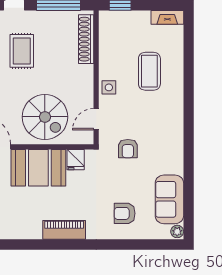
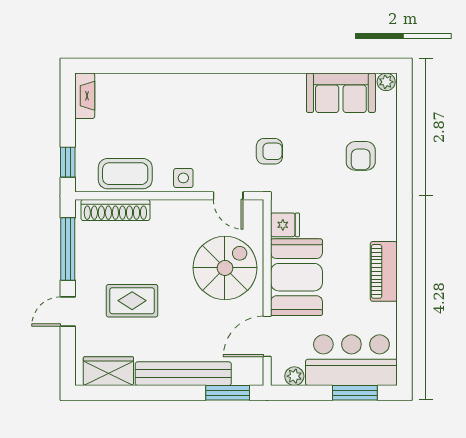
coffee table: (149, 71) -> (125, 174), moved
piano: (64, 230) -> (384, 271), moved

